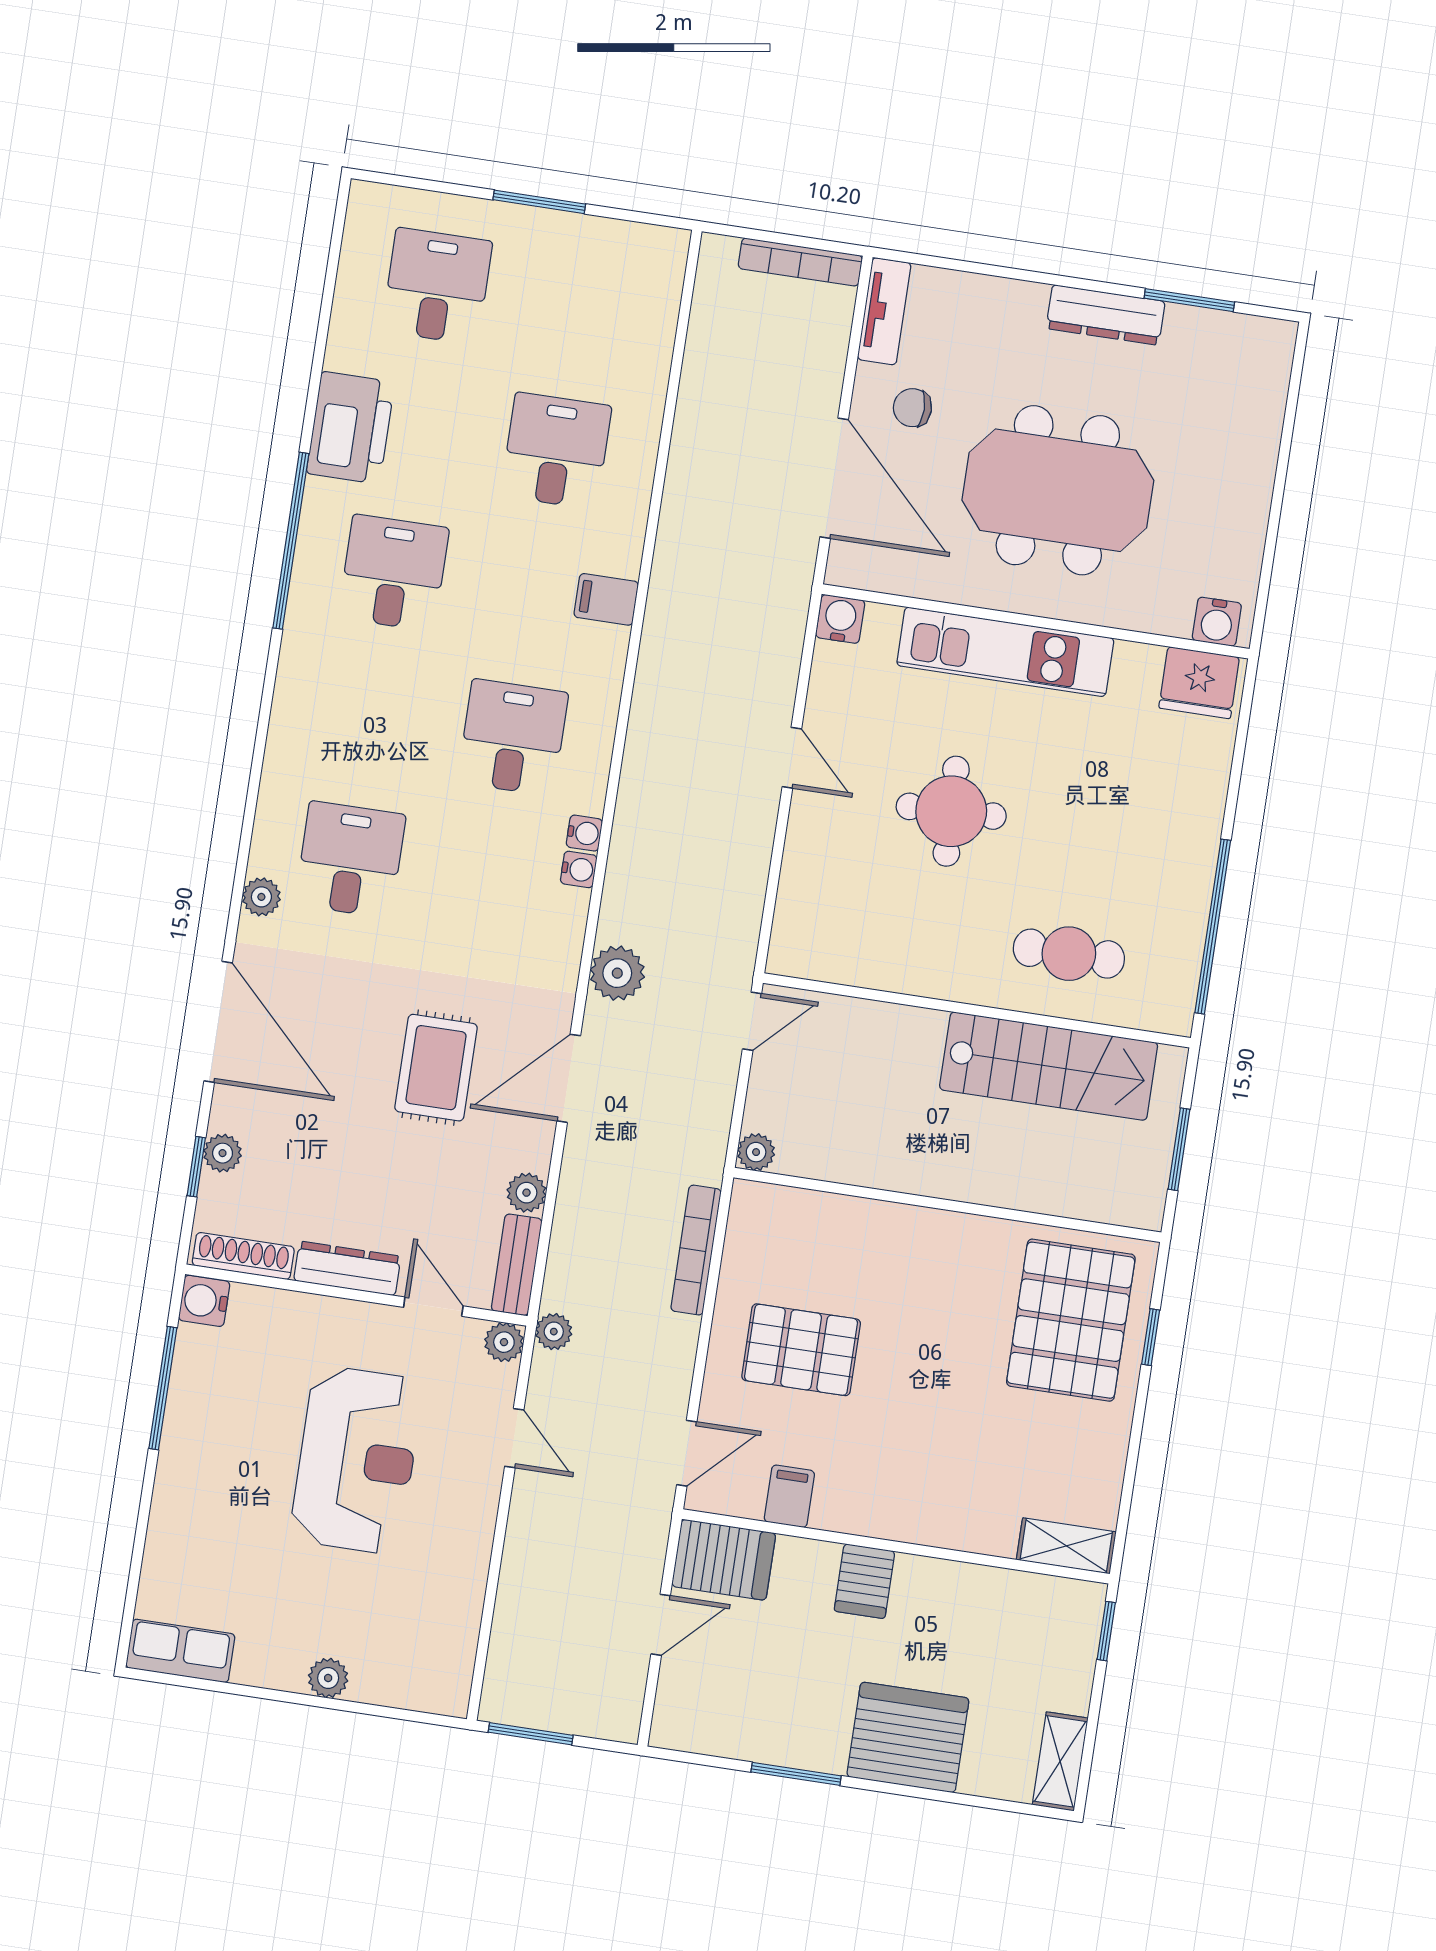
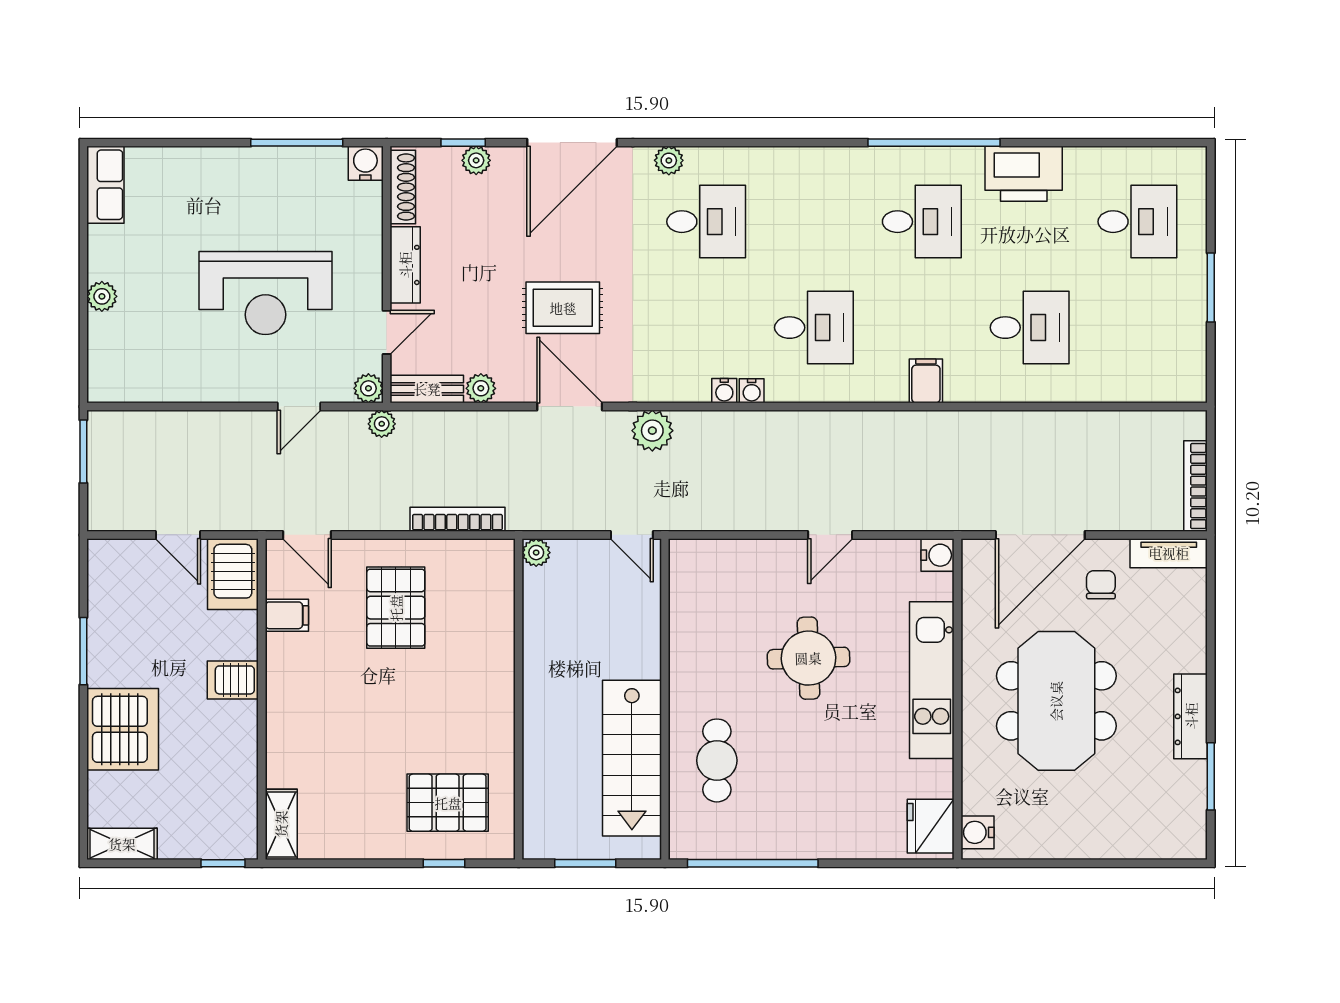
pallet: (1071, 1320) -> (448, 803), width x0.73, depth x0.71

